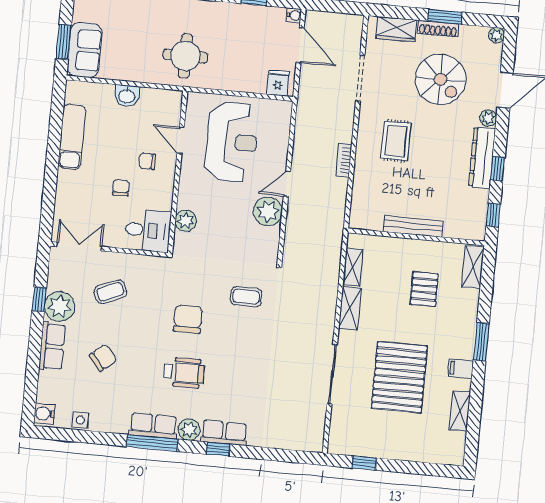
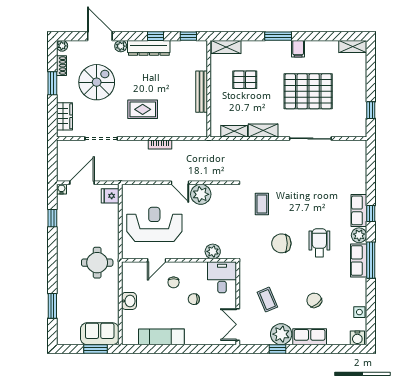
shoe rack: (438, 29) -> (61, 66), moved, width x0.70
shelving: (460, 411) -> (353, 46), moved

